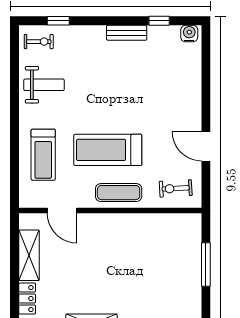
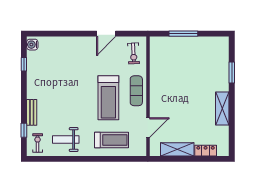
bench: (127, 33) -> (32, 112), moved
weight bench: (44, 85) -> (66, 139), turned -90

